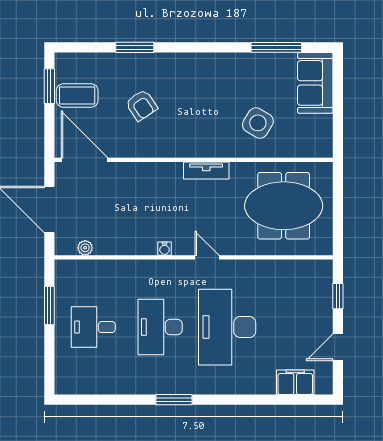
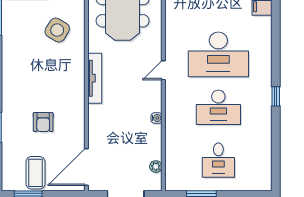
armchair: (141, 105) -> (43, 122), turned 124
tv unit: (206, 171) -> (95, 78), width x1.41
water cooler: (165, 249) -> (156, 118), moved
window: (174, 400) -> (276, 96), width x0.67

